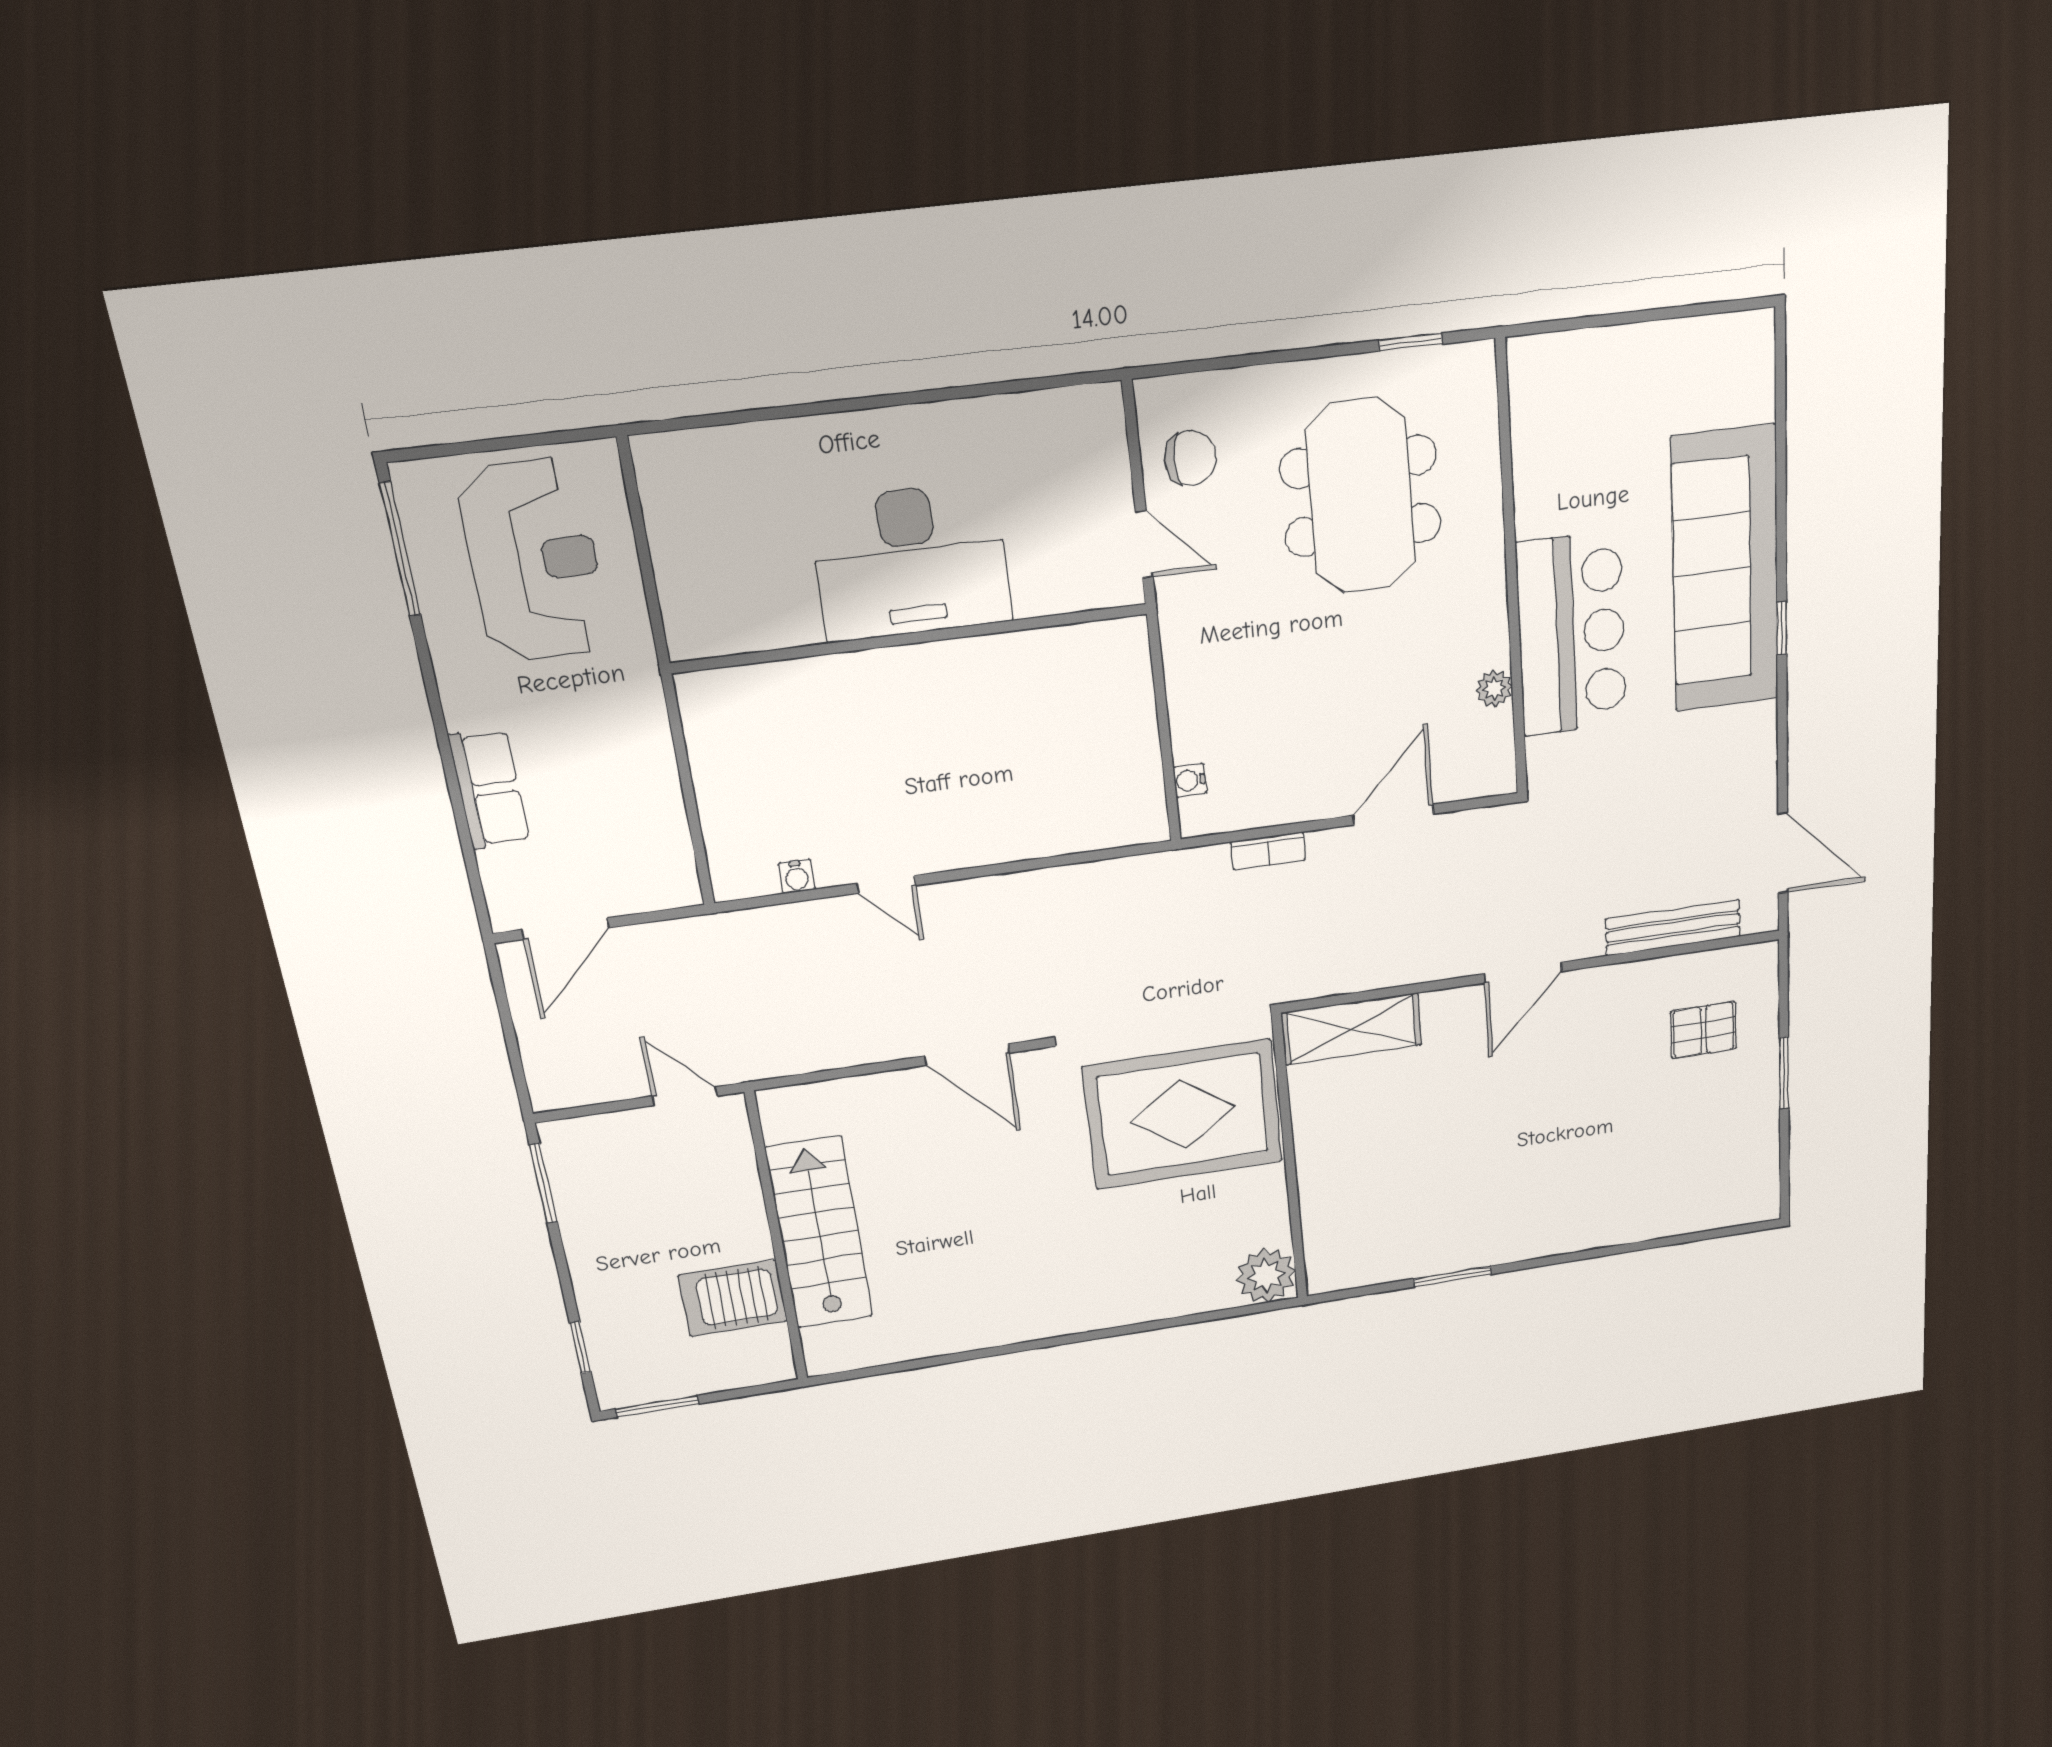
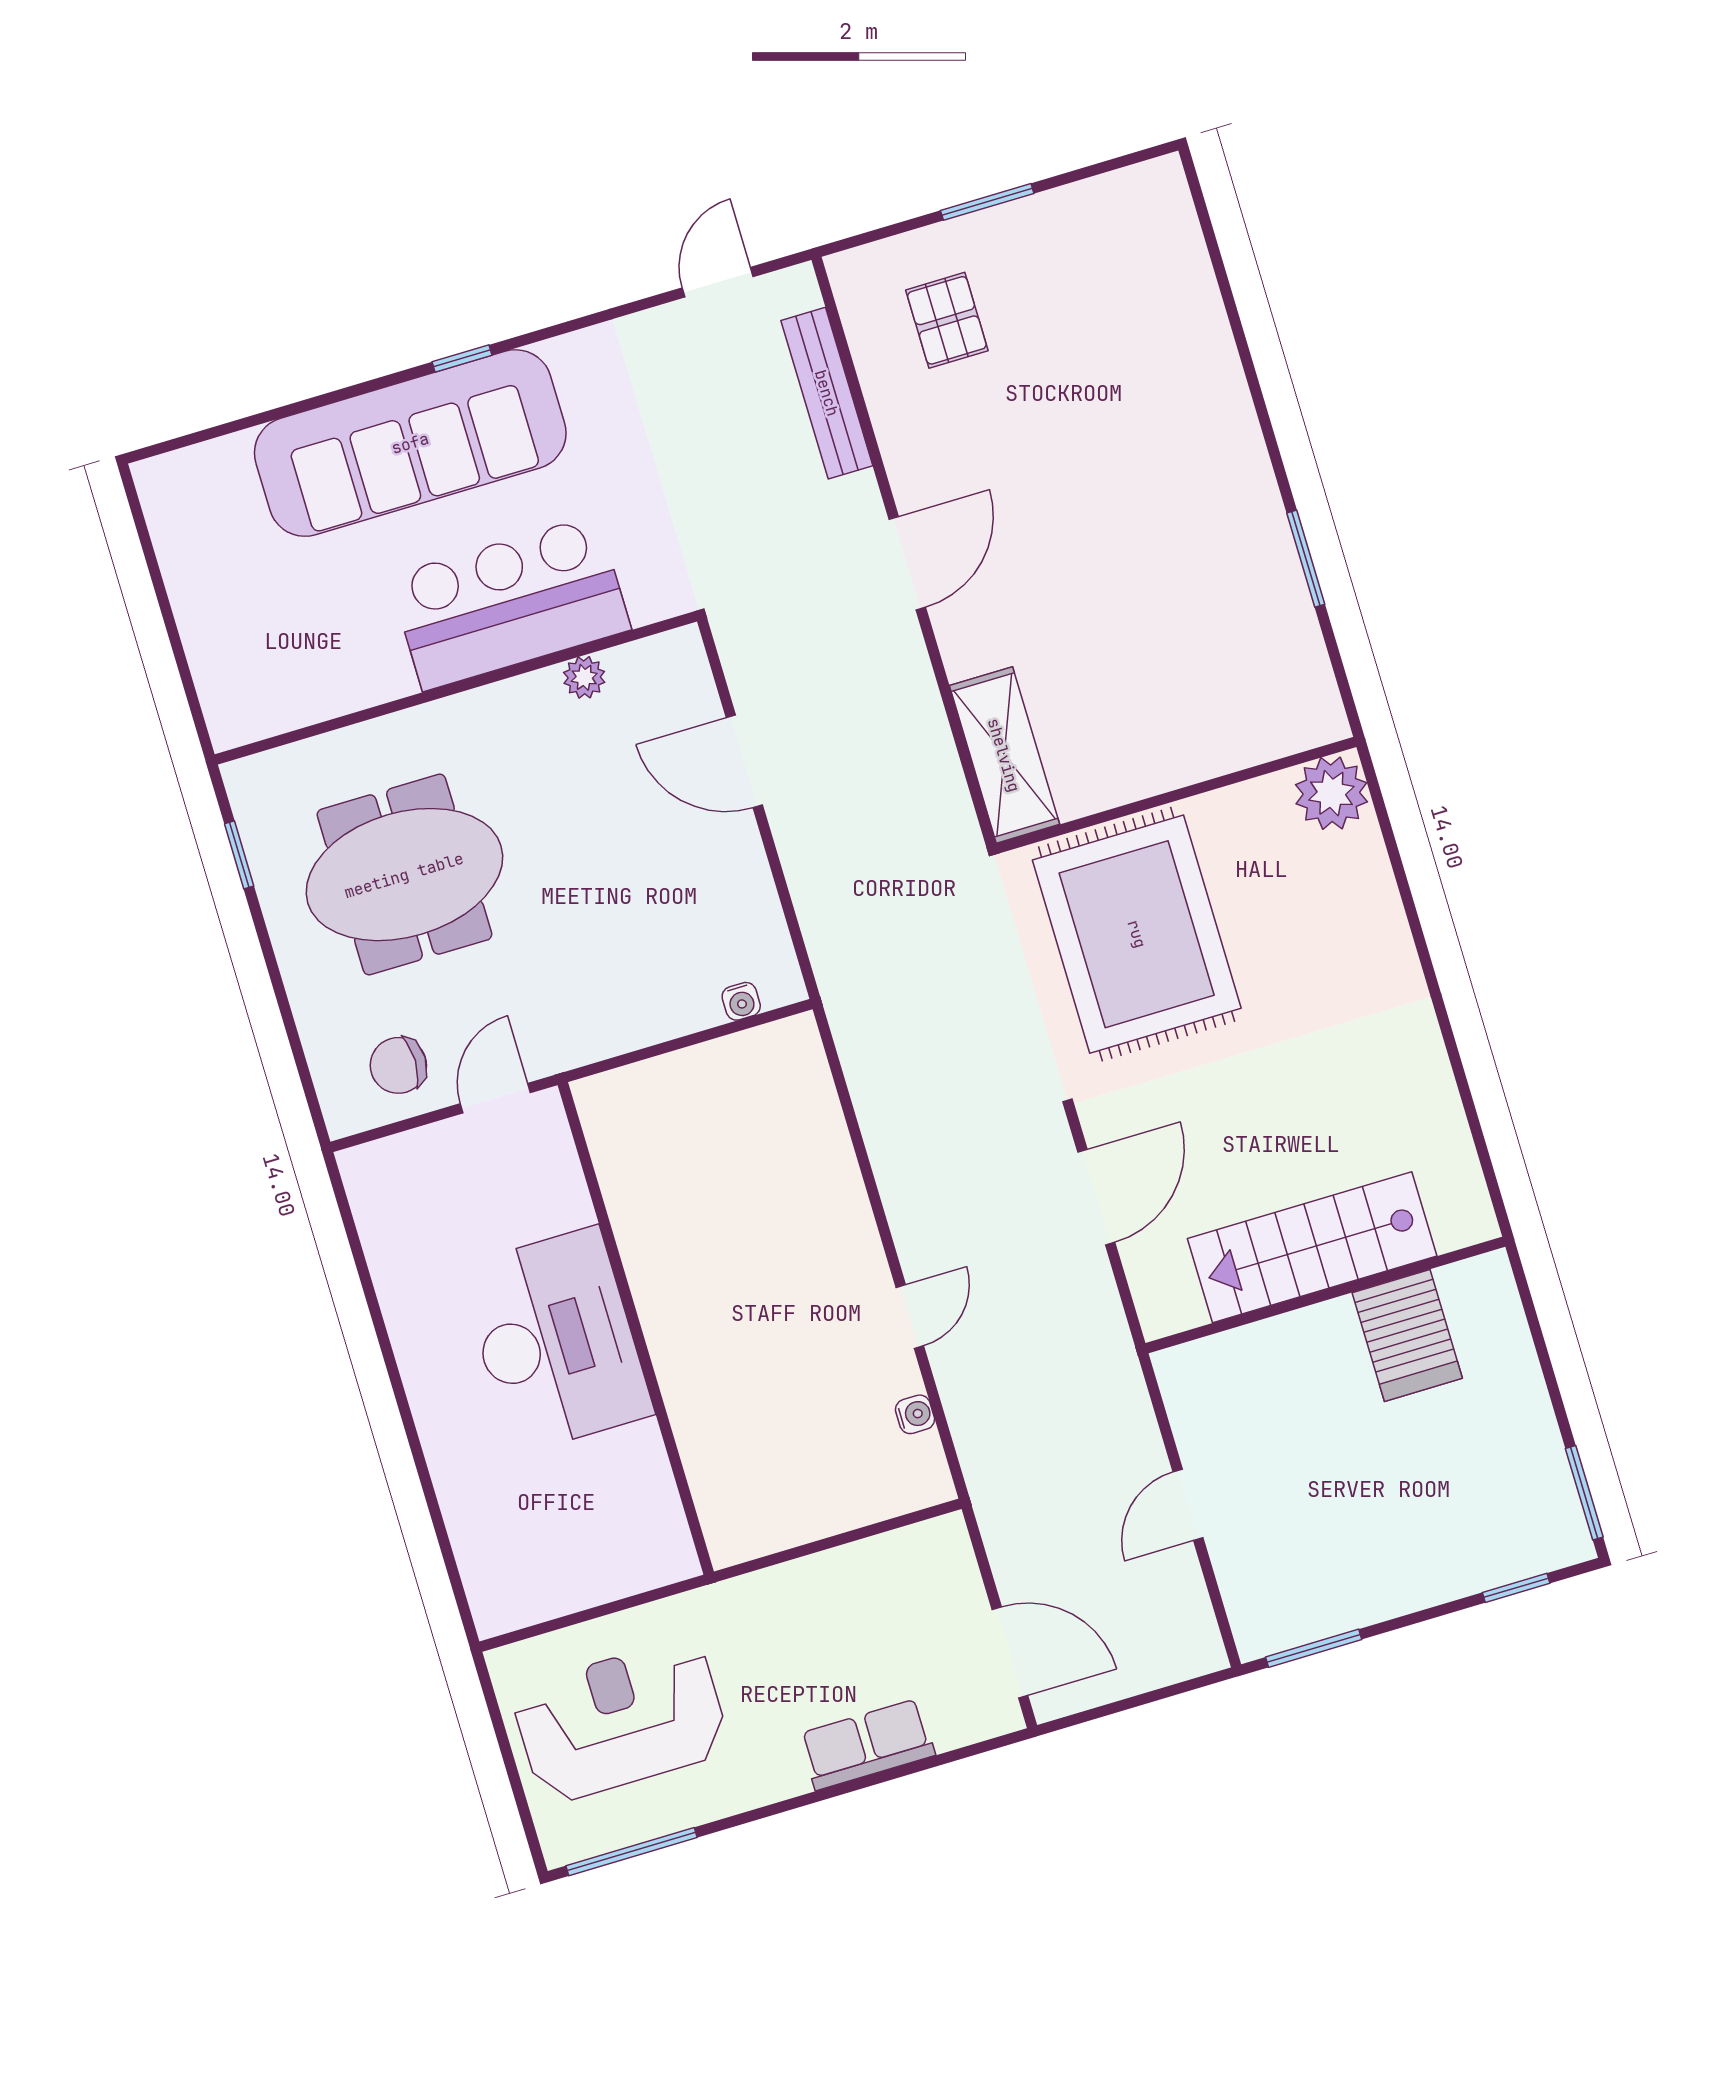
chair: (1190, 458) -> (398, 1065), turned -90
bookcase: (1268, 851) -> (808, 897), removed
door: (1783, 853) -> (718, 282), width x0.73
door: (1523, 973) -> (907, 563), hinge flipped
stairs: (819, 1233) -> (1312, 1247), moved
wall: (777, 1239) -> (1325, 1295), moved
server rack: (733, 1298) -> (1407, 1335), moved

